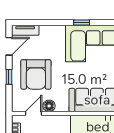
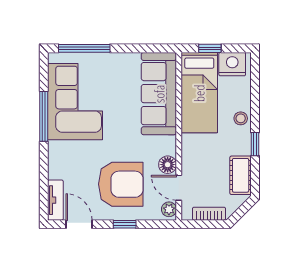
window: (82, 22) -> (44, 116), width x2.17
plant: (19, 107) -> (169, 209), added

